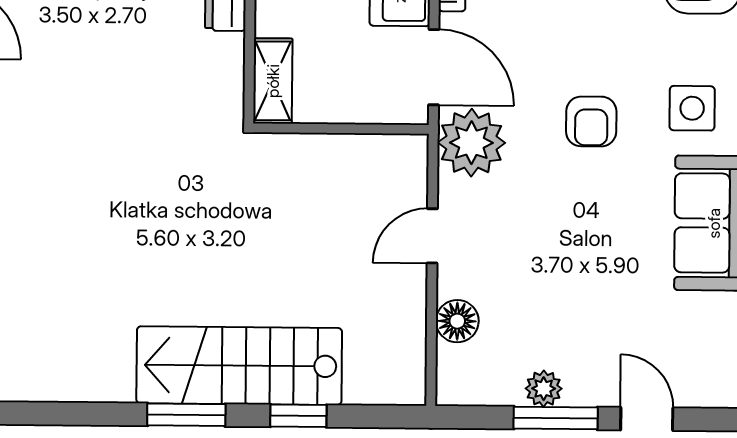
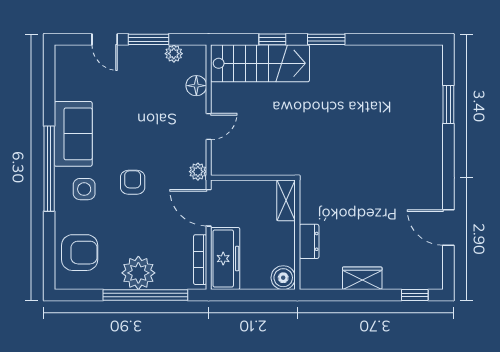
plant: (471, 143) -> (198, 172), width x0.53, depth x0.53
stairs: (239, 366) -> (260, 63), moved
plant: (544, 389) -> (174, 54), moved

